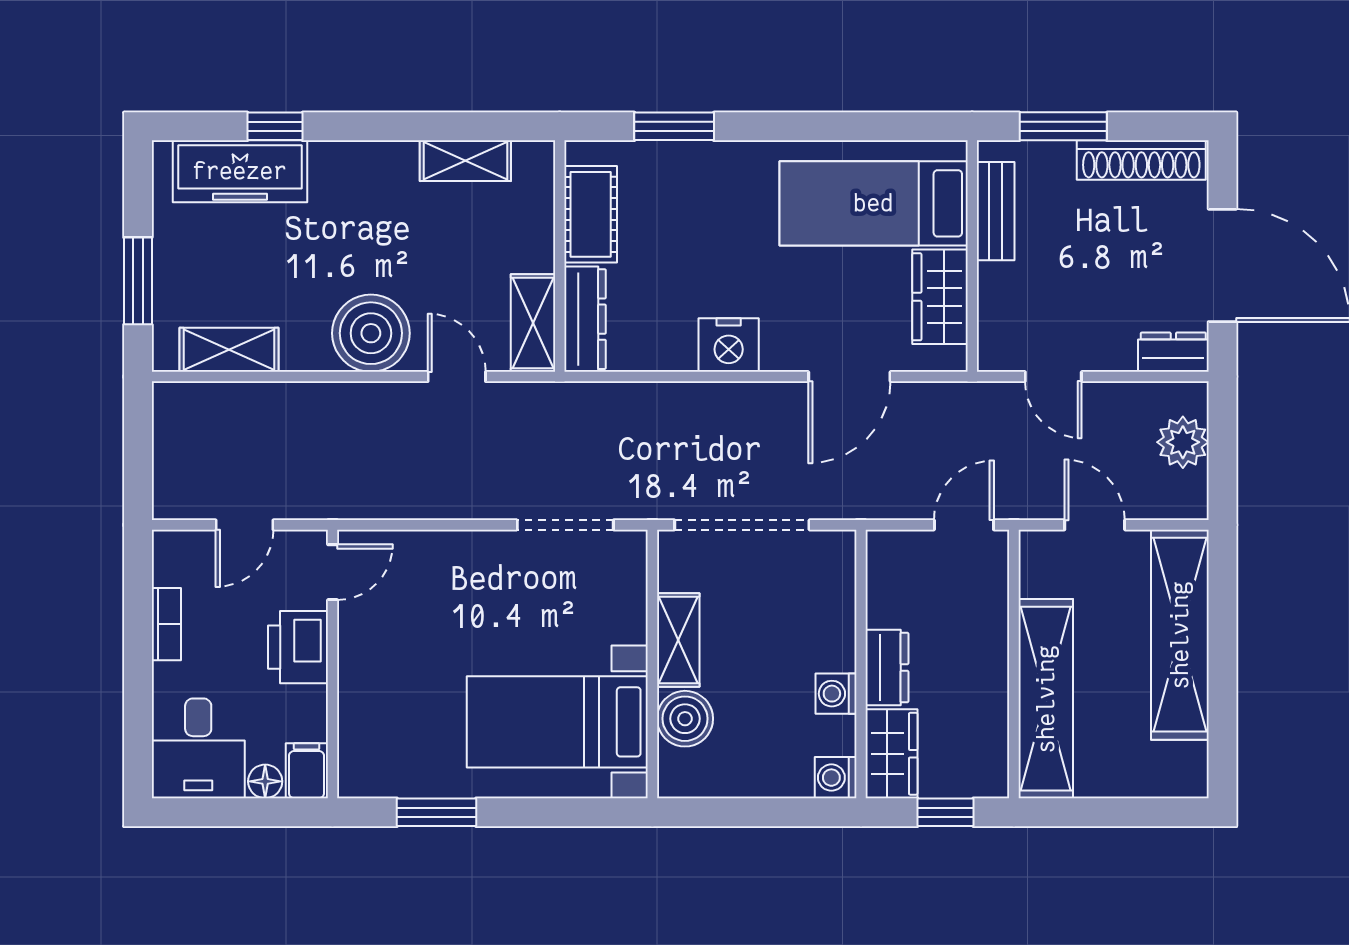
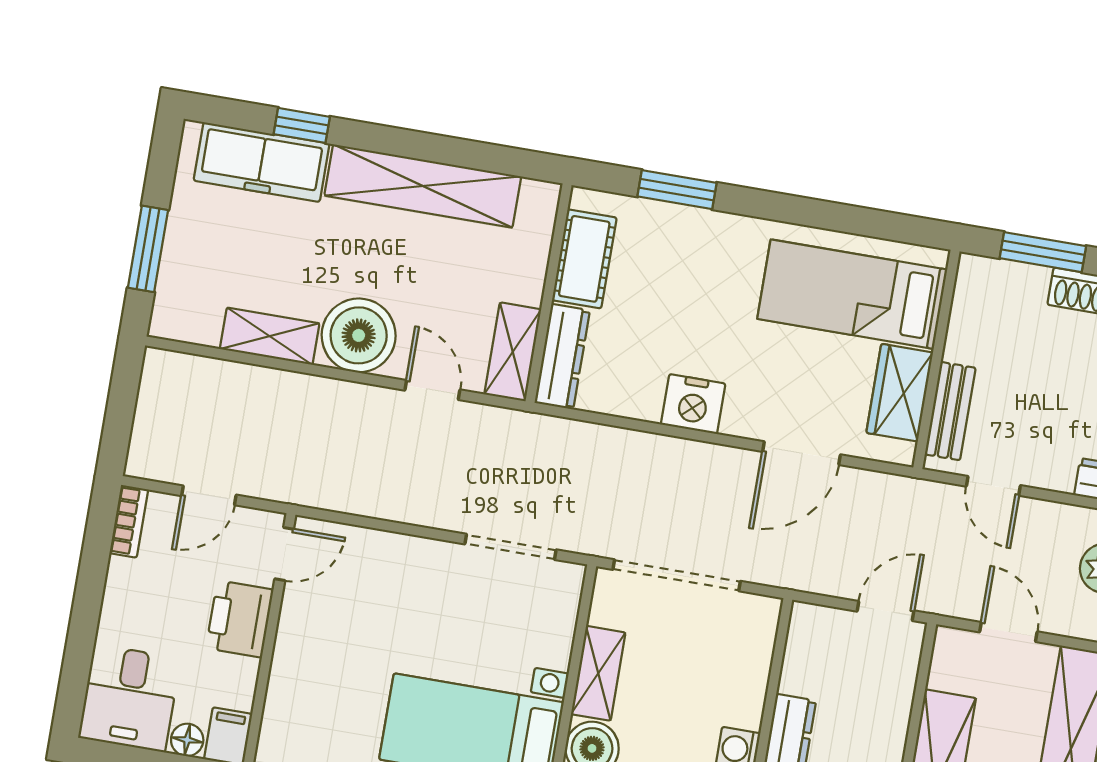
shelving: (465, 161) -> (423, 186), width x2.20, depth x1.33
bench: (996, 211) -> (950, 411), moved
shelving: (229, 350) -> (270, 336), moved
bookcase: (166, 624) -> (129, 521), moved

